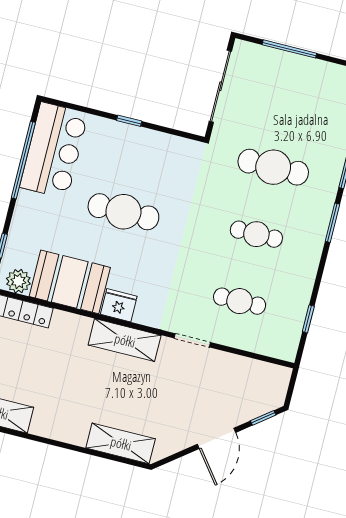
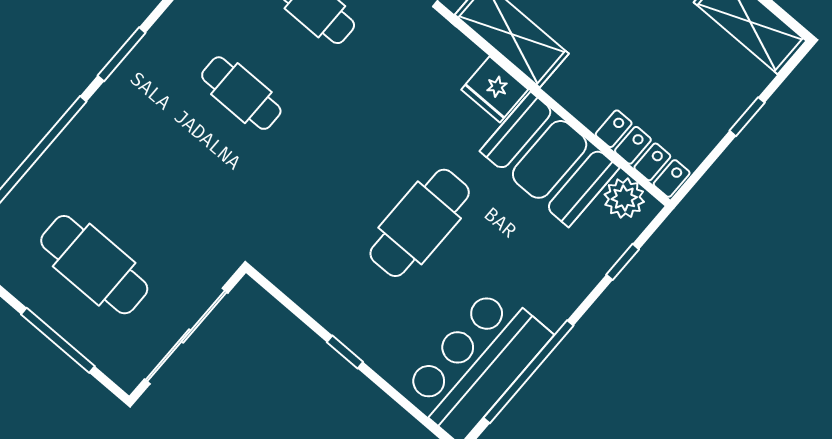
cafe table: (273, 167) -> (94, 265), moved
cafe table: (123, 212) -> (420, 223), turned 90

